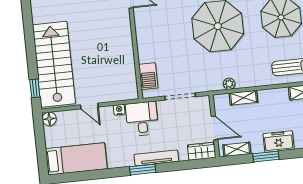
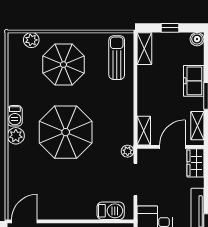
plant: (229, 84) -> (128, 151), moved
shelving: (243, 98) -> (144, 131), moved

